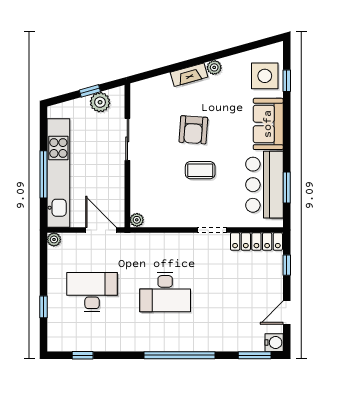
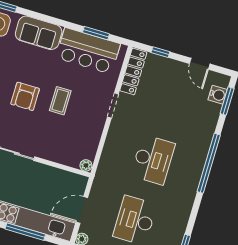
armchair: (193, 130) -> (25, 96), turned 86
door: (101, 230) -> (82, 210), moved
water cooler: (274, 343) -> (218, 95), moved, turned 90

